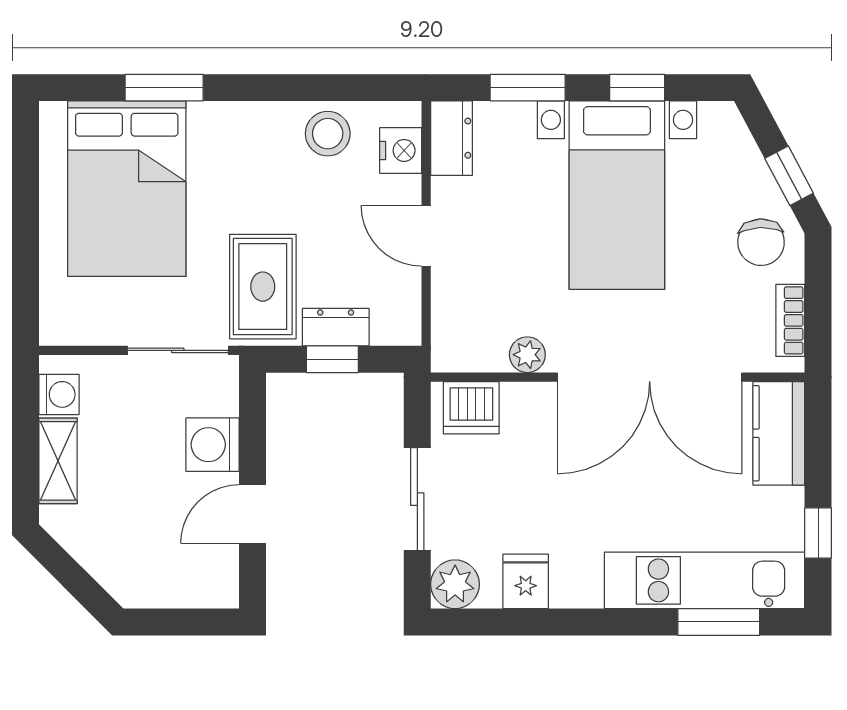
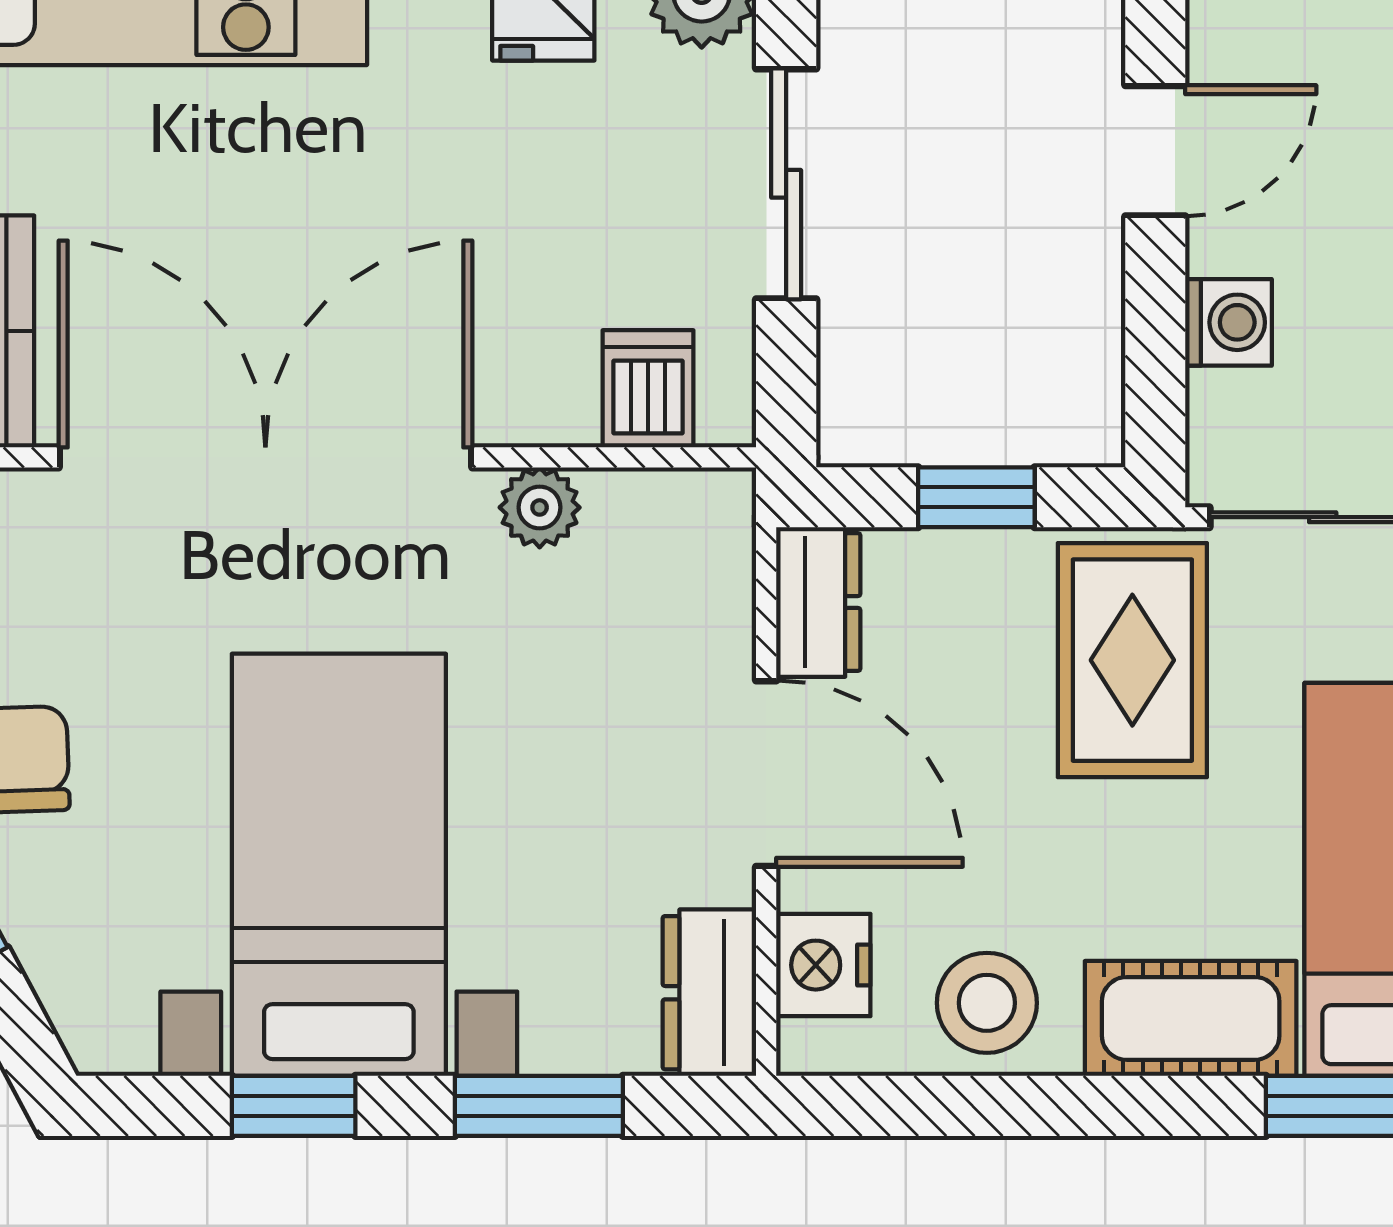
cot: (237, 127) -> (1191, 1018), added
door: (426, 236) -> (766, 774), width x1.38
dresser: (336, 327) -> (818, 602), moved, turned -90
dishwasher: (471, 408) -> (648, 389), width x0.73
washing machine: (213, 445) -> (1229, 322), width x0.73, depth x0.73

